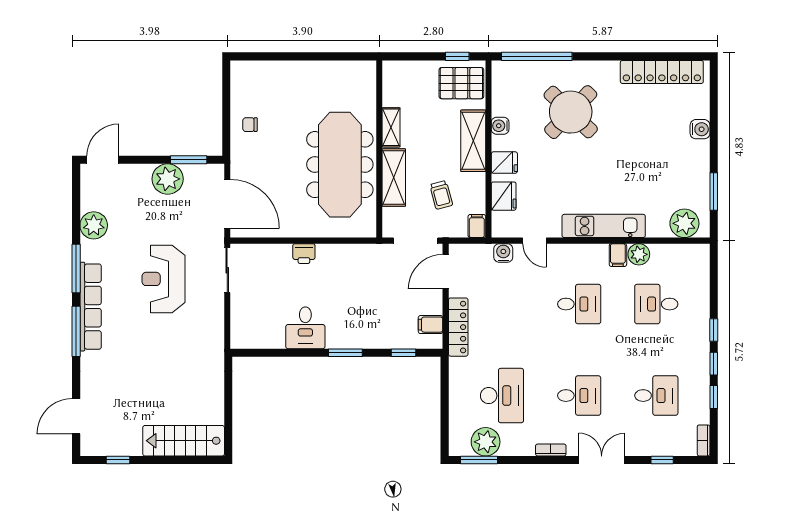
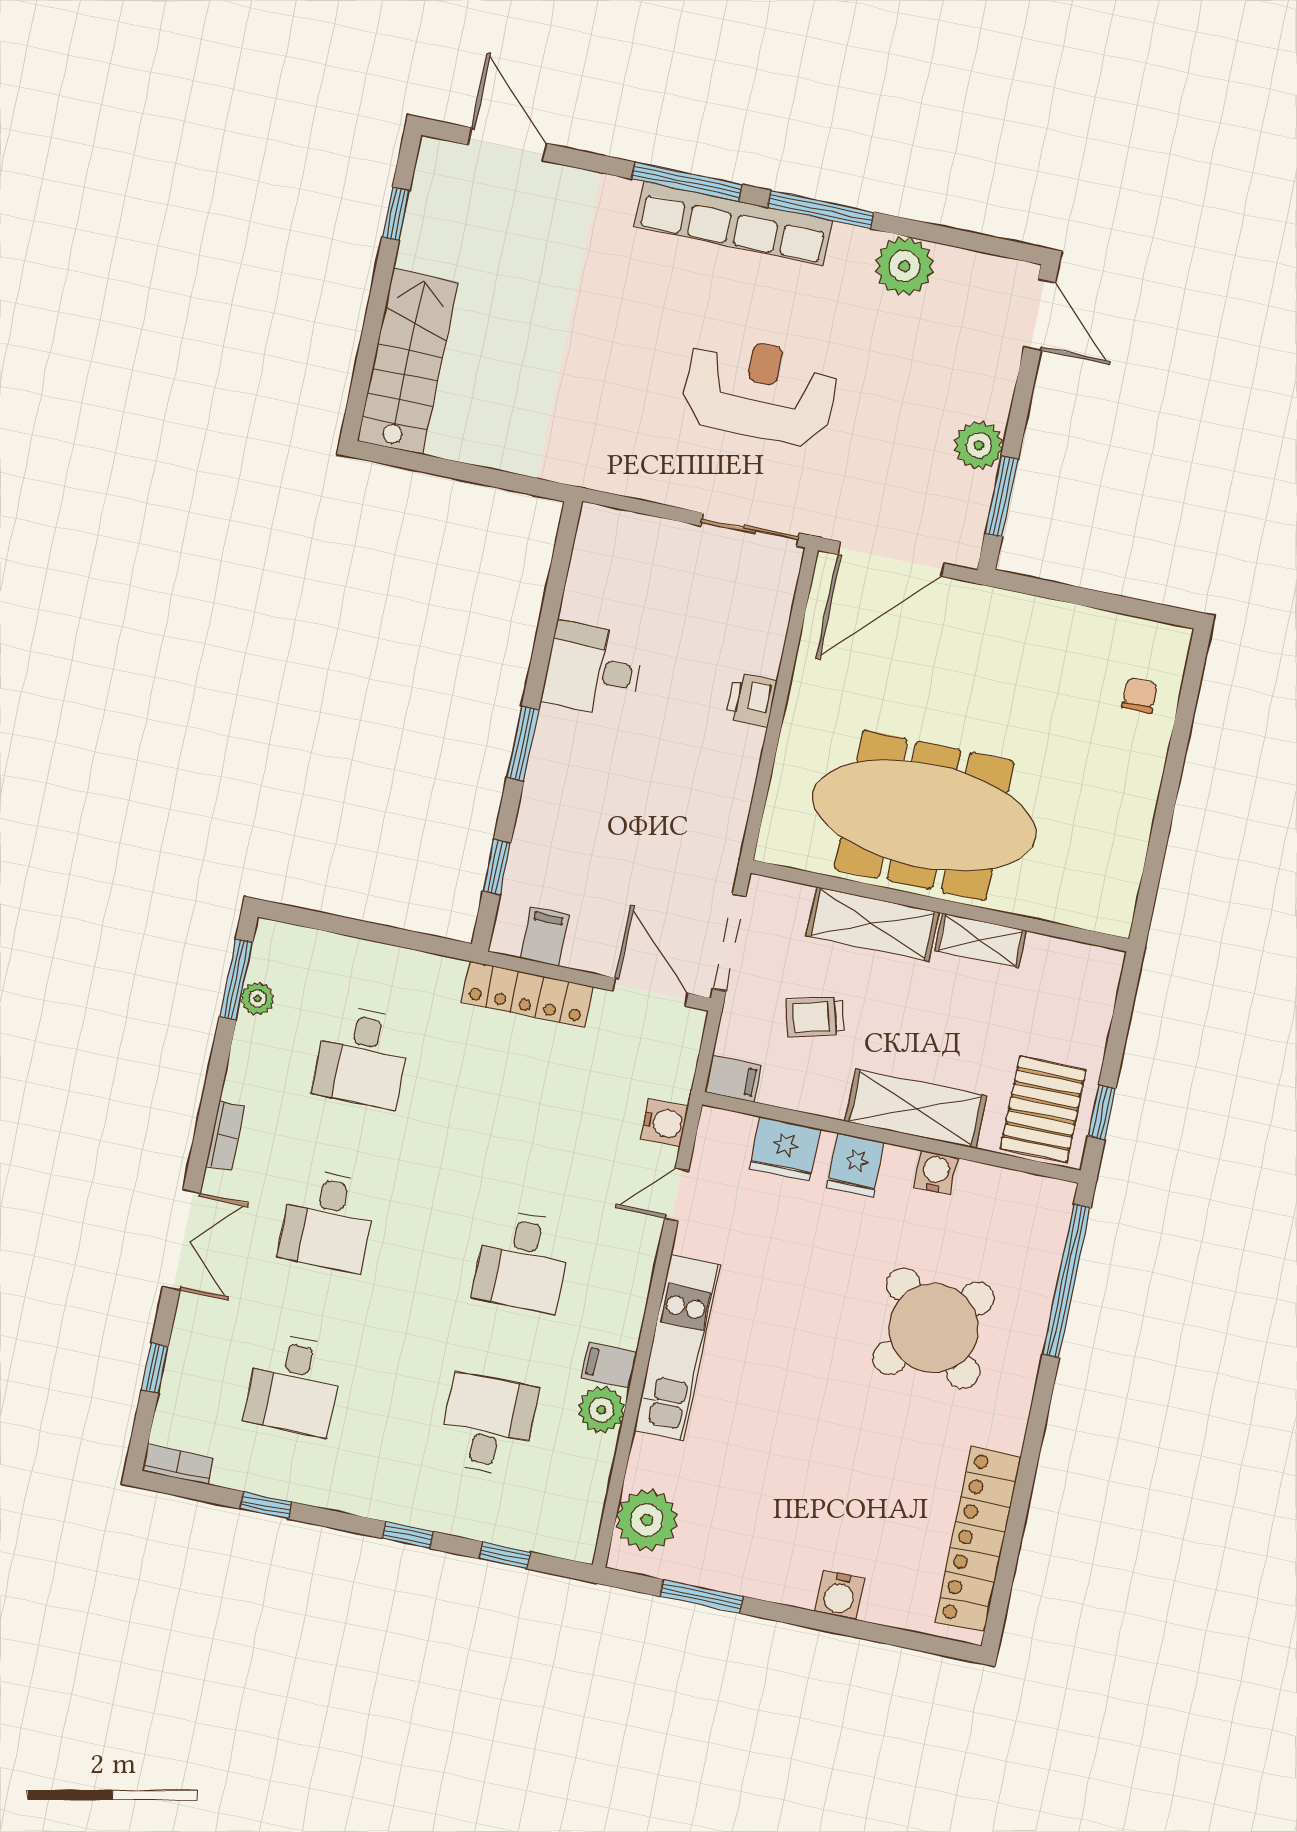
chair: (250, 125) -> (1140, 696), moved
plant: (168, 179) -> (979, 445), width x0.73, depth x0.73
window: (714, 364) -> (505, 1555), moved
desk: (502, 396) -> (362, 1057), width x0.73
plant: (486, 442) -> (257, 999), width x0.53, depth x0.53

